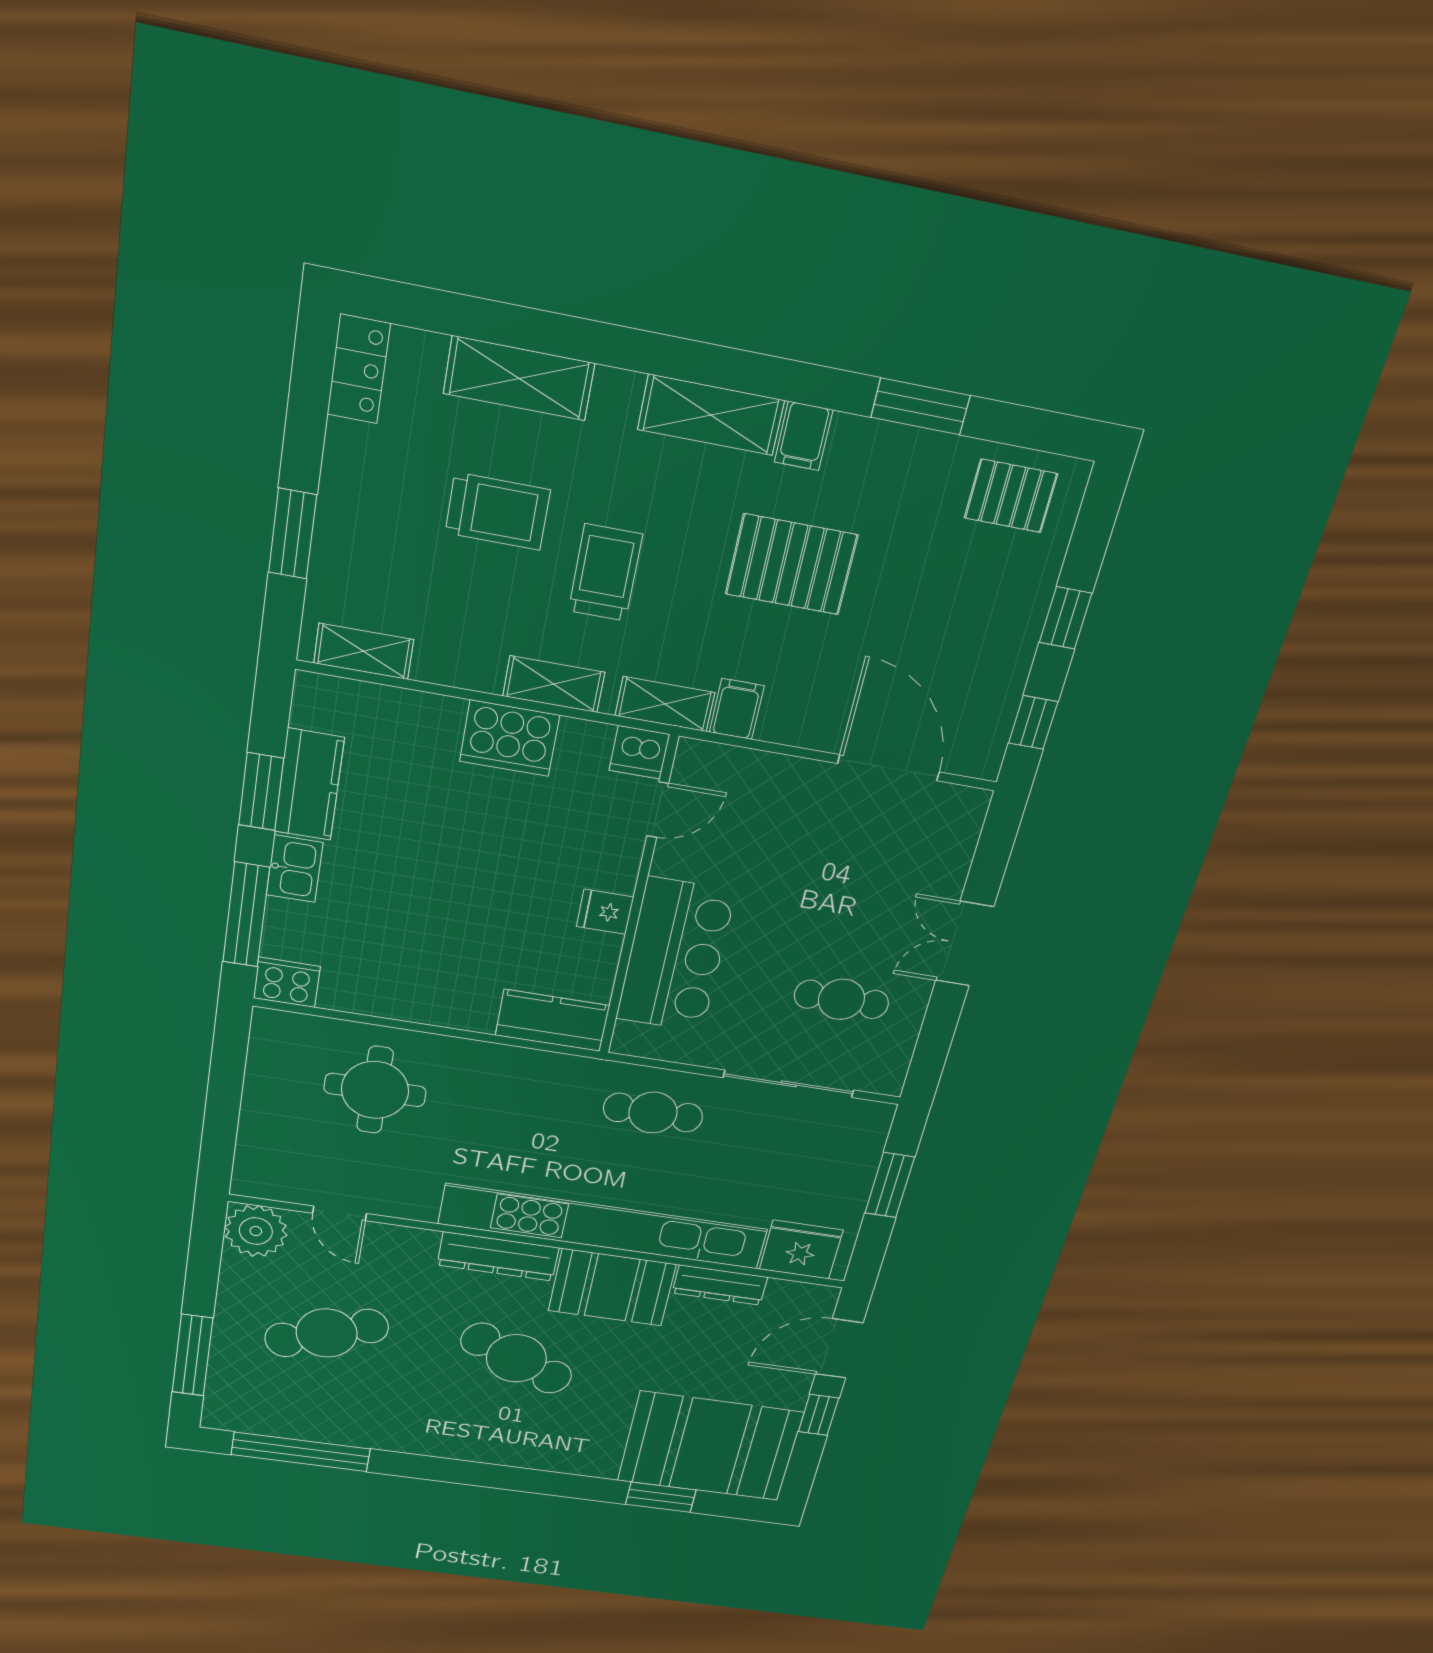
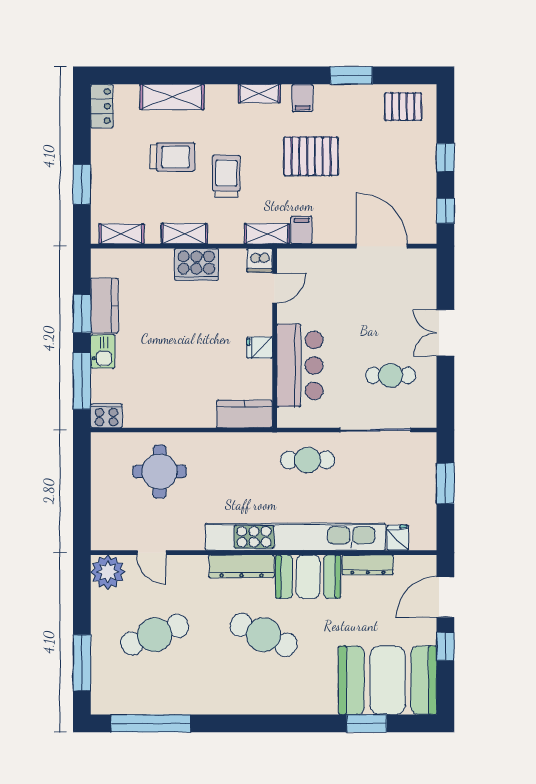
shelving: (711, 415) -> (259, 93), width x0.67, depth x0.75
shelving: (554, 684) -> (184, 234), moved
fridge: (801, 1250) -> (398, 538), width x0.53, depth x0.75

